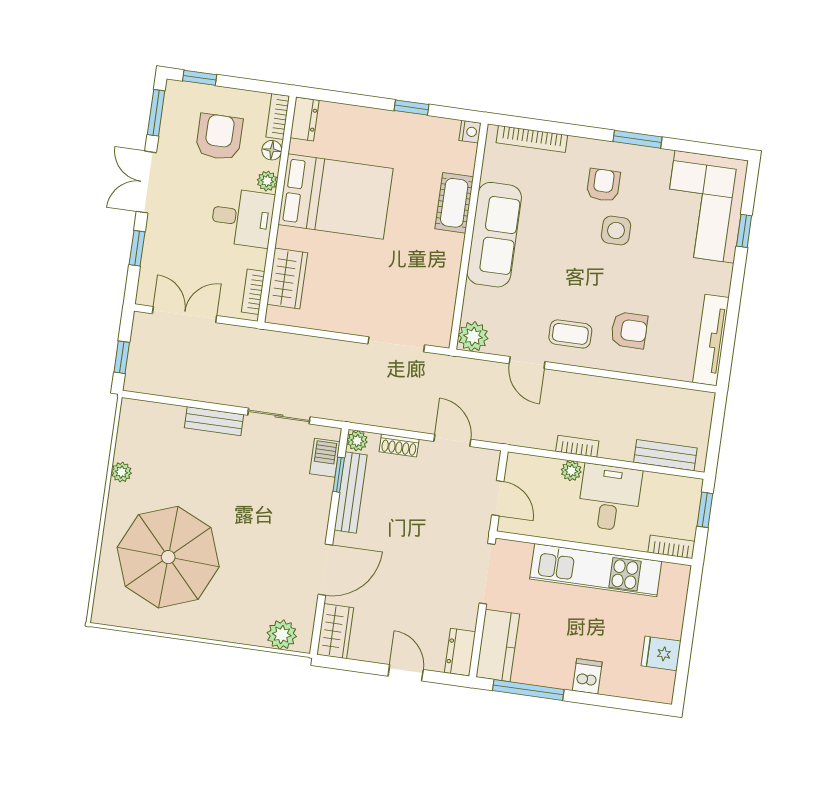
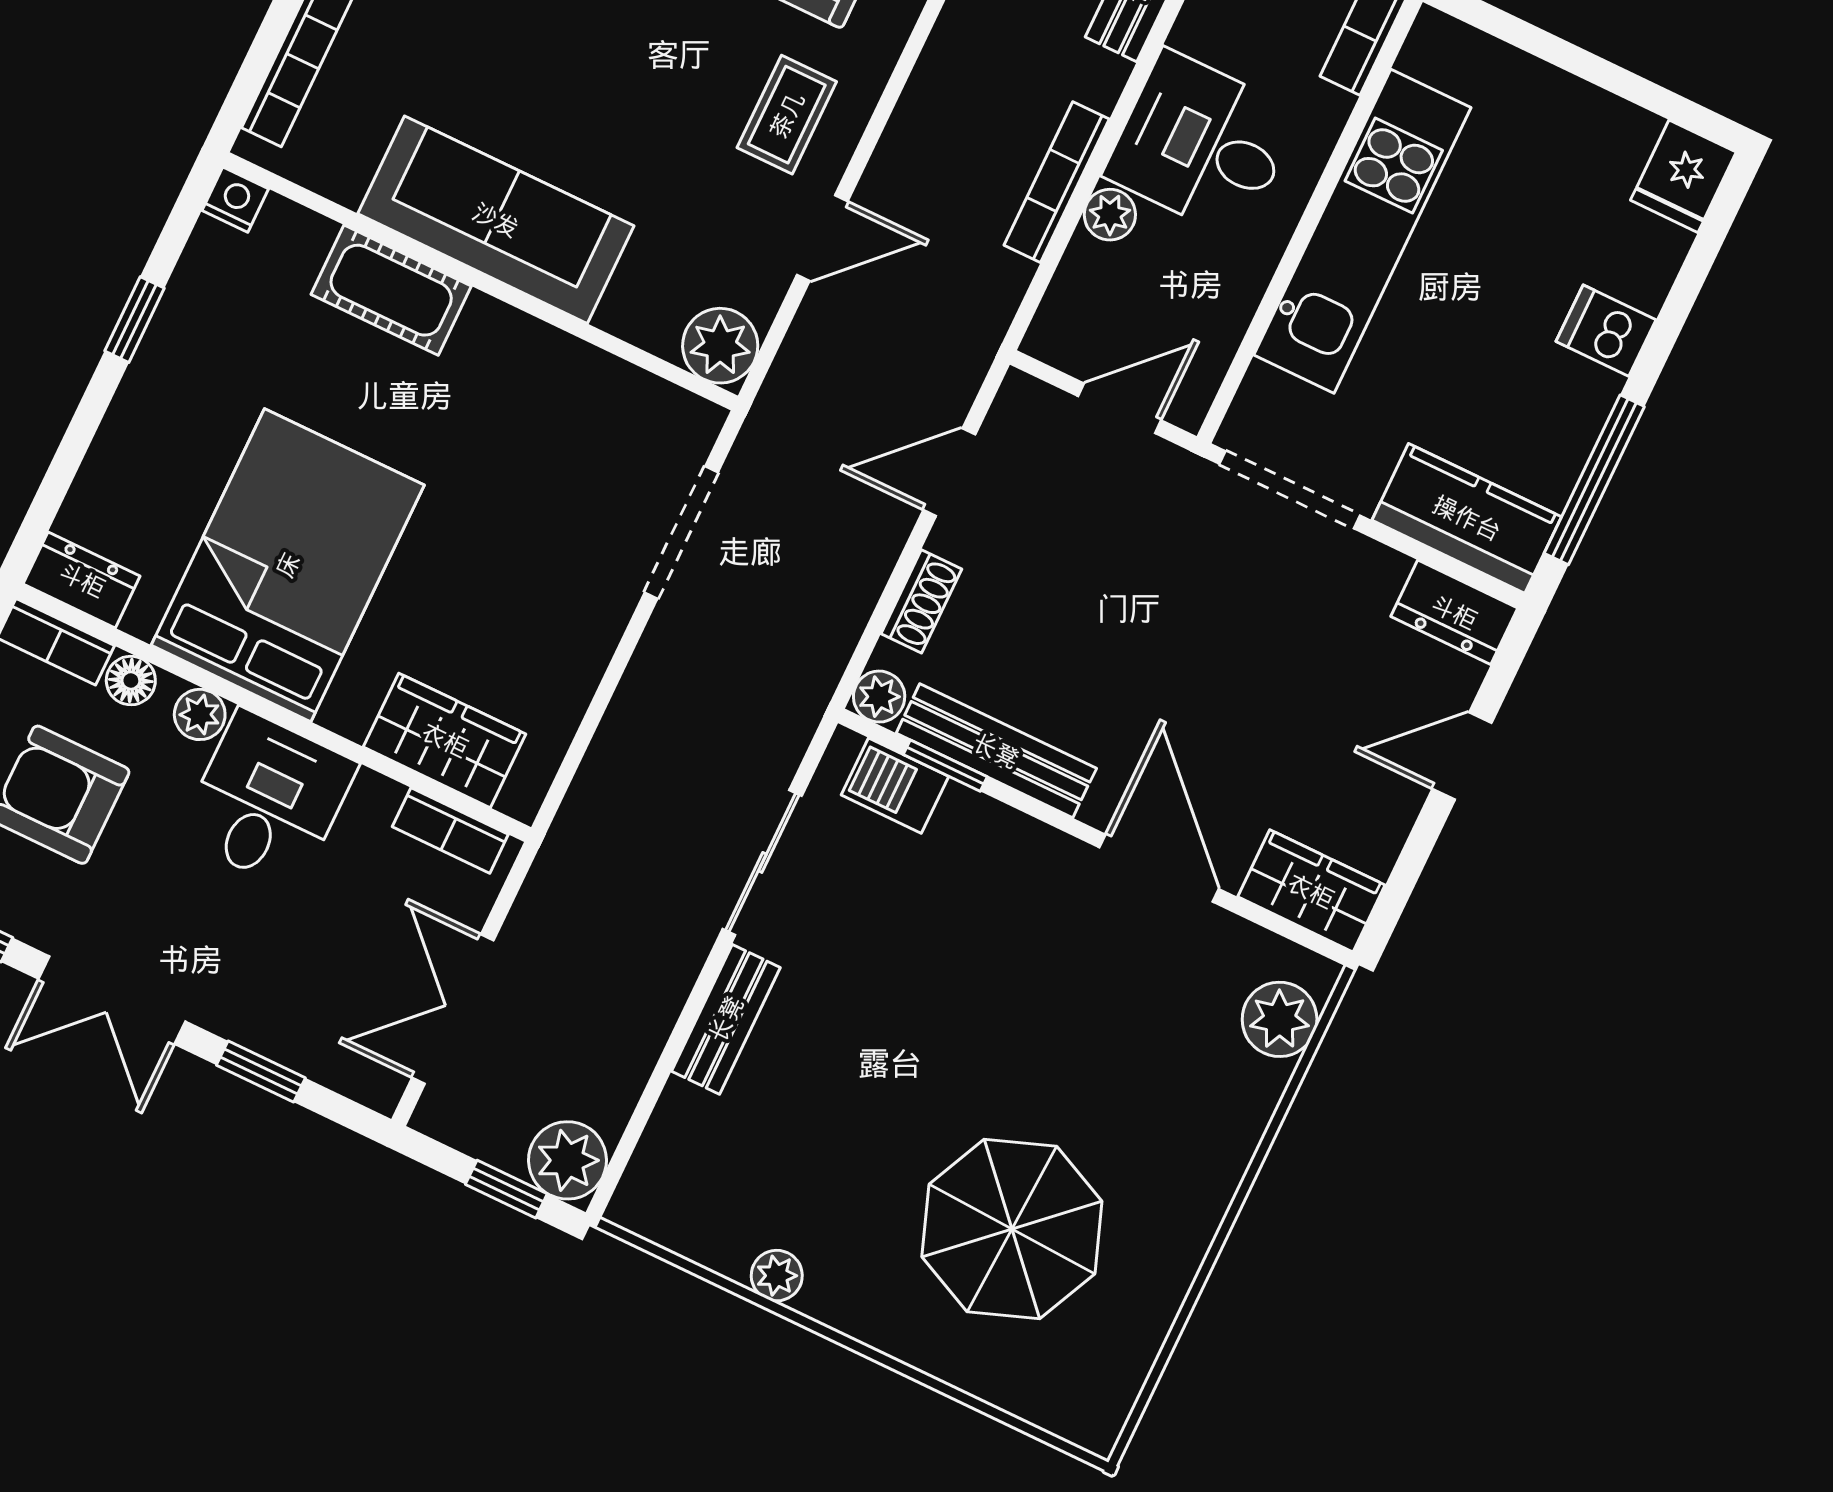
plant: (140, 377) -> (567, 1160), added
bookcase: (577, 446) -> (1057, 182), width x1.56
parasol: (168, 557) -> (1012, 1229), width x0.73, depth x0.73
fridge: (661, 653) -> (1683, 176), moved

